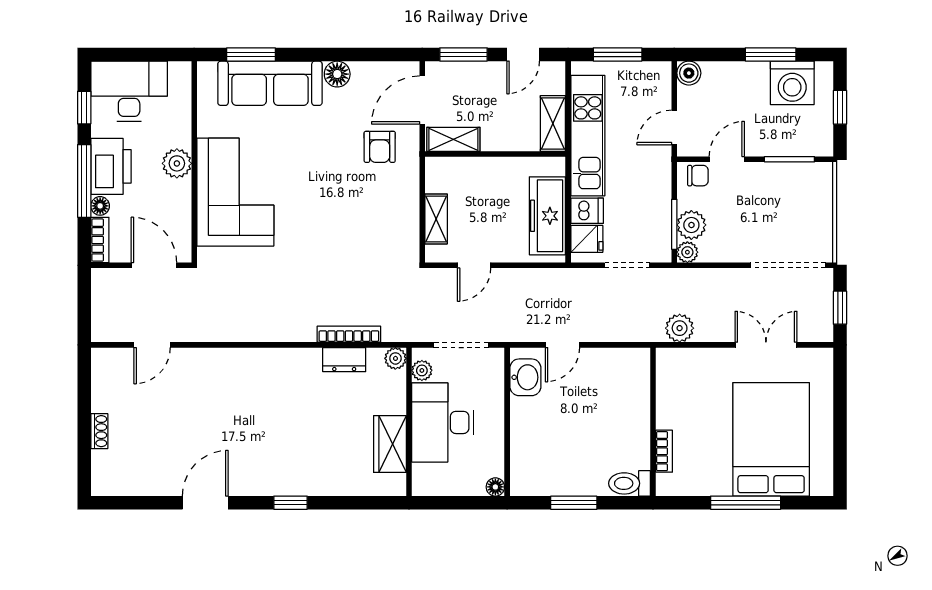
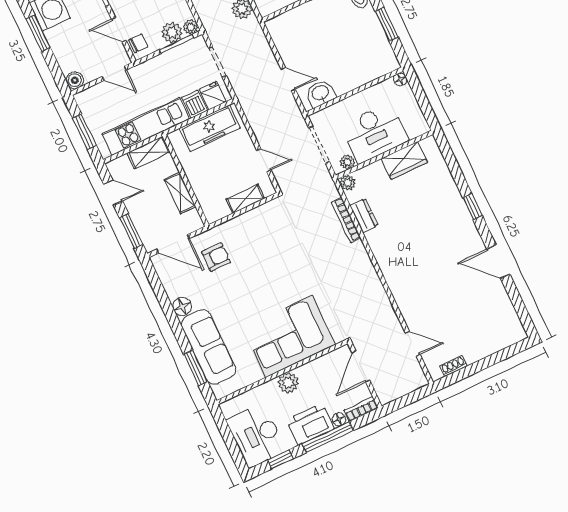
shelving: (453, 139) -> (180, 193), moved
chair: (698, 176) -> (138, 43), turned 90
shoe rack: (99, 431) -> (453, 366), moved

